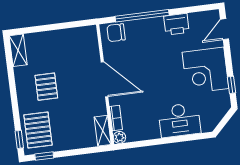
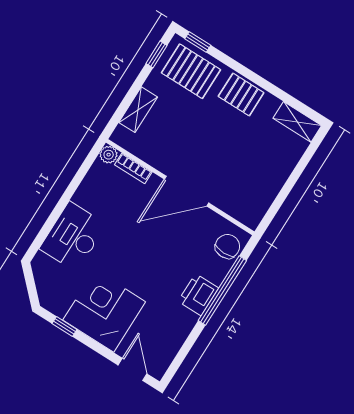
printer: (176, 24) -> (198, 295), moved
pallet: (46, 87) -> (241, 95), moved
shelving: (103, 131) -> (138, 110), moved, turned 90

